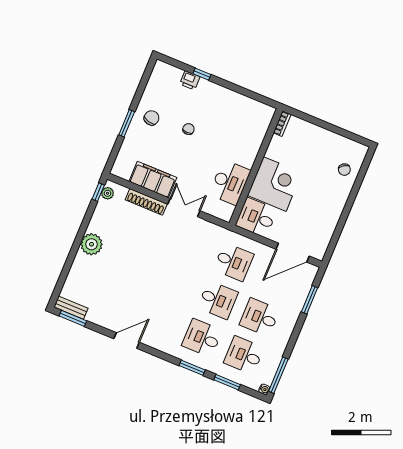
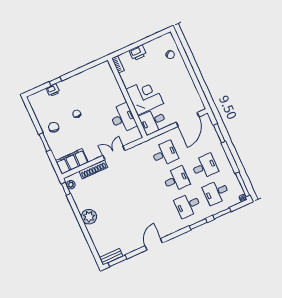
printer: (314, 133) -> (138, 53), added
filing cabinet: (153, 179) -> (72, 161), moved
desk: (260, 317) -> (205, 167), turned 180

